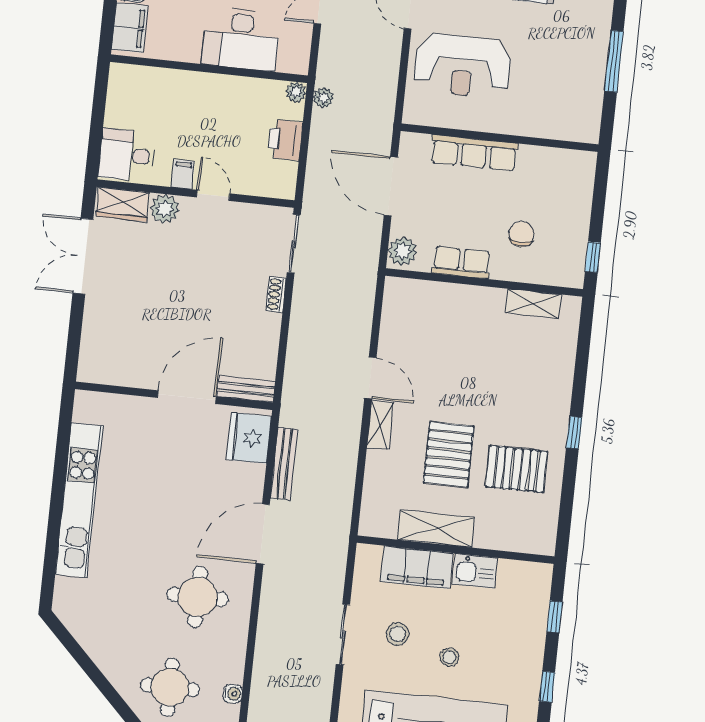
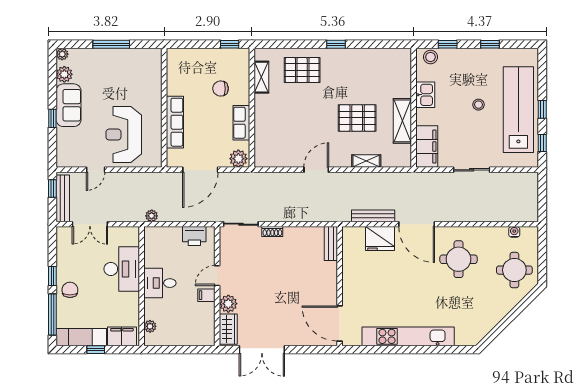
reception desk: (463, 66) -> (124, 135), turned 180
plant: (296, 92) -> (150, 326), moved
printer: (285, 140) -> (194, 236), moved
desk: (127, 155) -> (160, 283), moved, turned 90
door: (187, 397) -> (340, 324), moved
shelving: (380, 425) -> (366, 161), moved
fridge: (249, 438) -> (380, 239), moved
pallet: (517, 469) -> (302, 70), moved, turned 90
filing cabinet: (417, 567) -> (427, 147), moved
stool: (398, 634) -> (431, 57), moved

